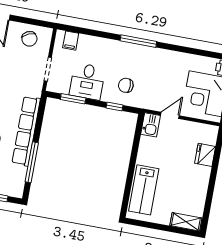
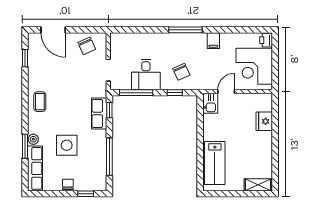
filing cabinet: (71, 41) -> (213, 41), moved
chair: (126, 85) -> (181, 72), turned -114
window: (73, 99) -> (136, 93), width x1.44
window: (41, 112) -> (109, 110), added
row of seats: (26, 131) -> (99, 113), width x0.50

